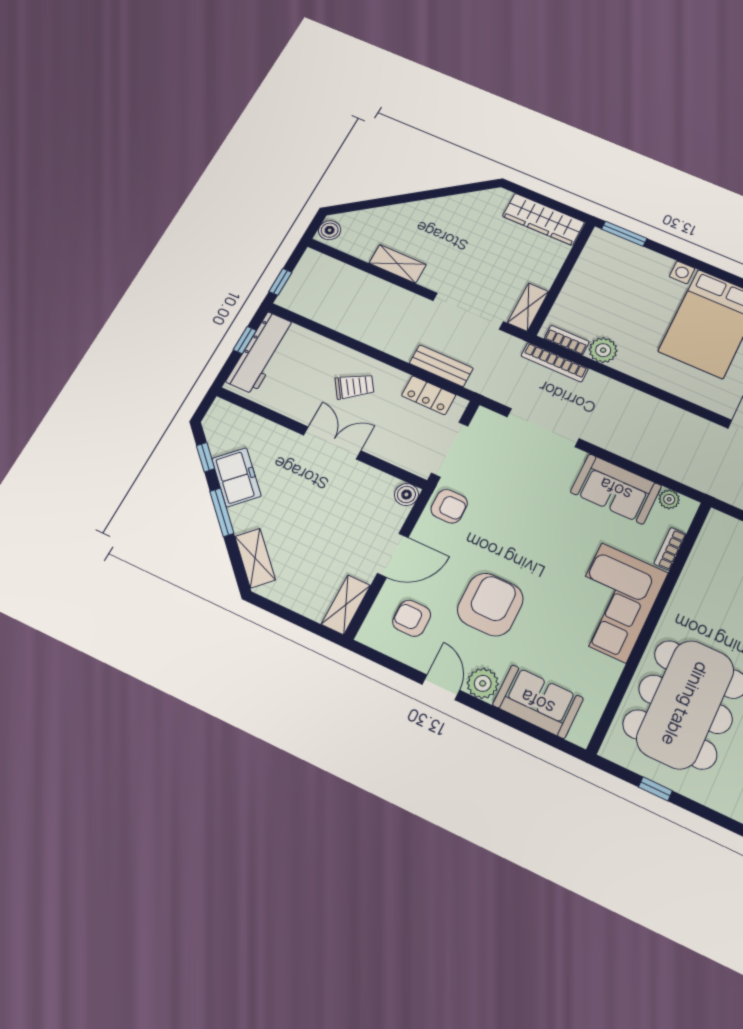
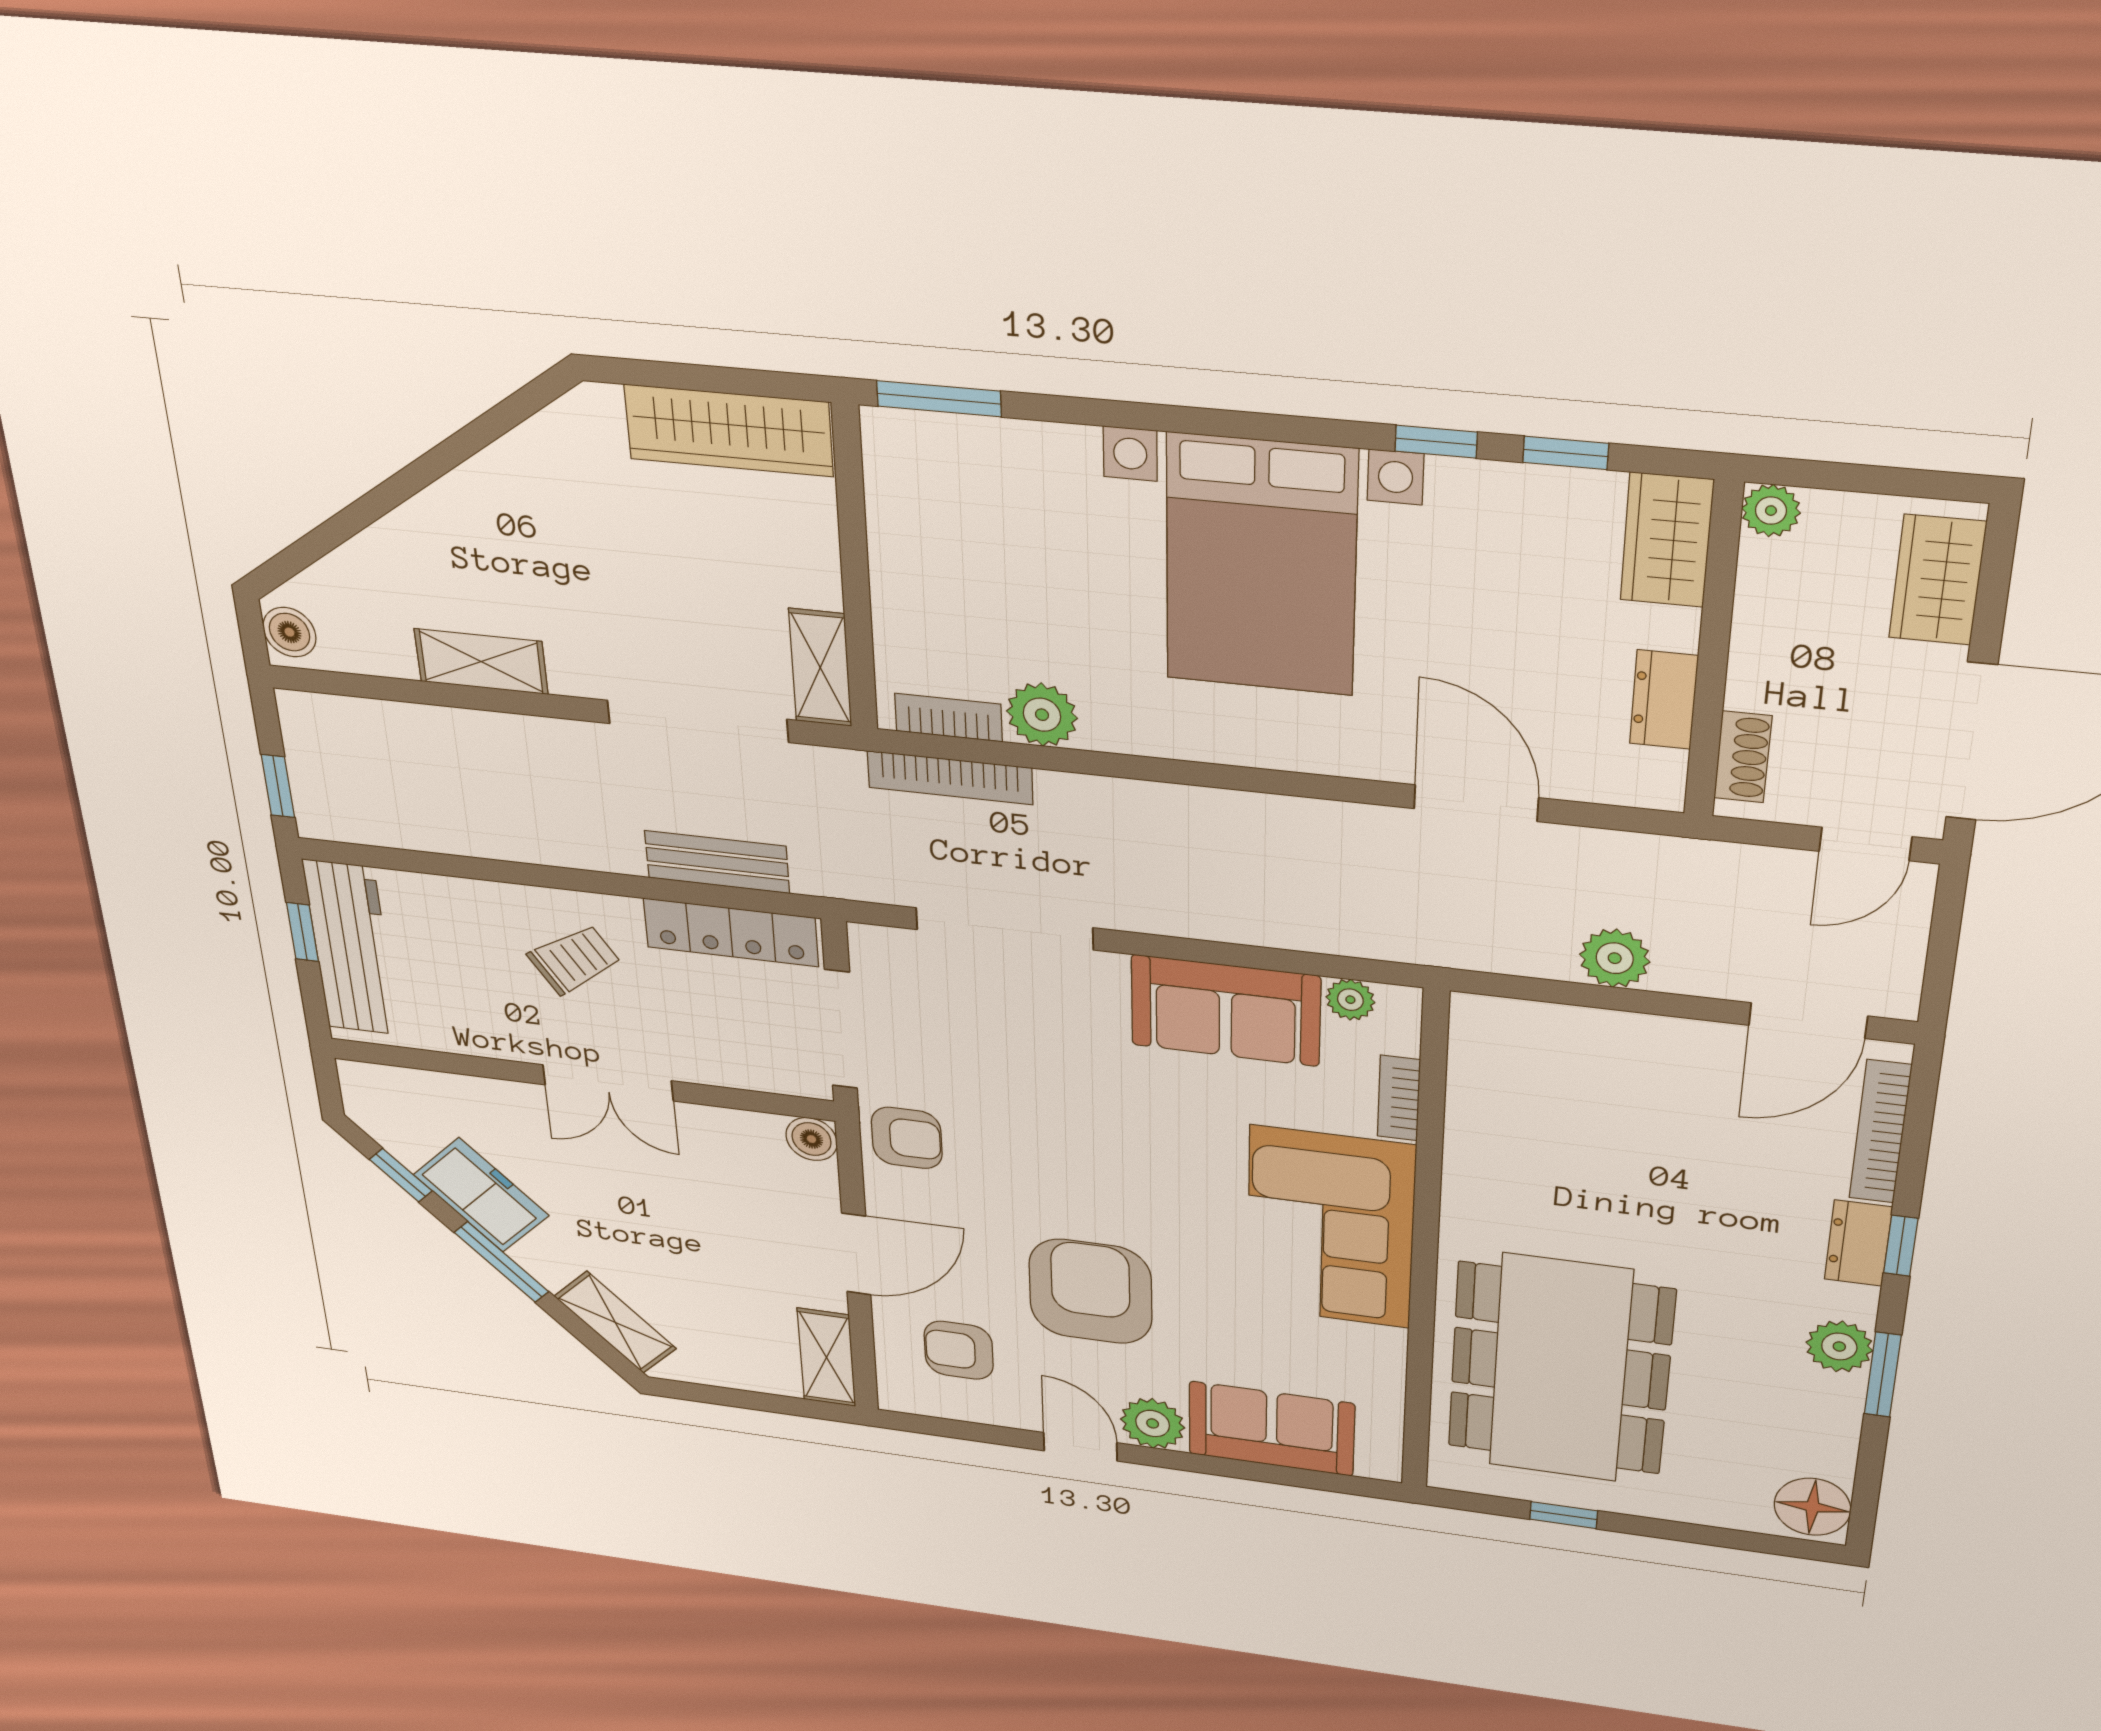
locker: (429, 395) -> (731, 932), width x1.53
double door: (332, 443) -> (608, 1083), swing flipped

